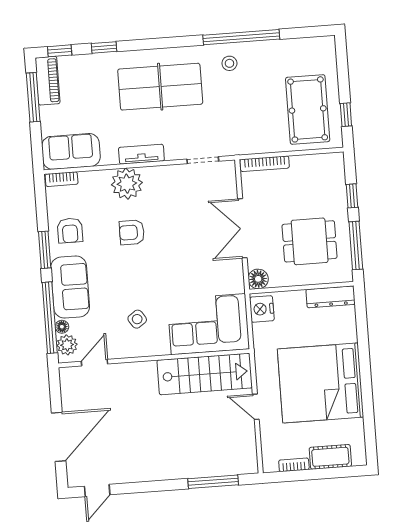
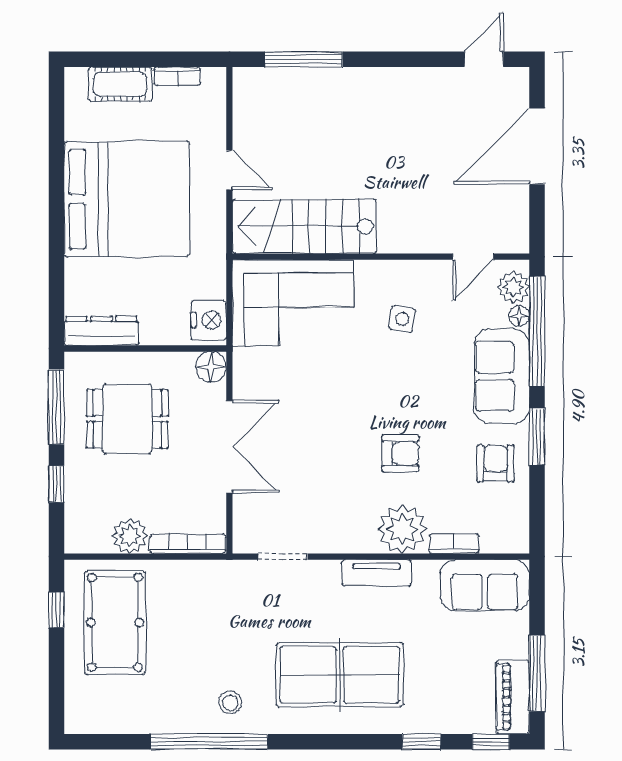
plant: (302, 166) -> (130, 536), added
bookcase: (62, 179) -> (454, 544), moved
side table: (137, 319) -> (402, 319), turned 45

